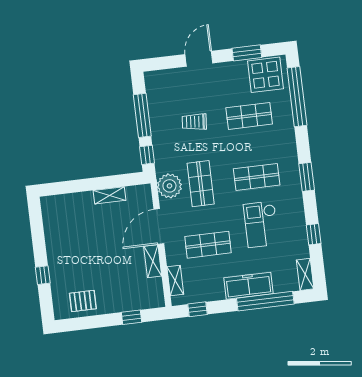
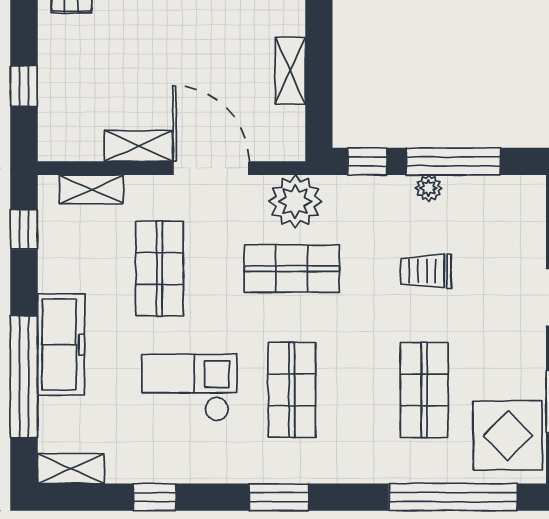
trolley: (194, 122) -> (426, 271), turned -95
plant: (156, 125) -> (429, 188), added

